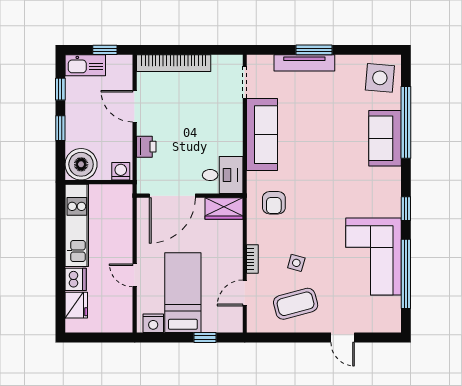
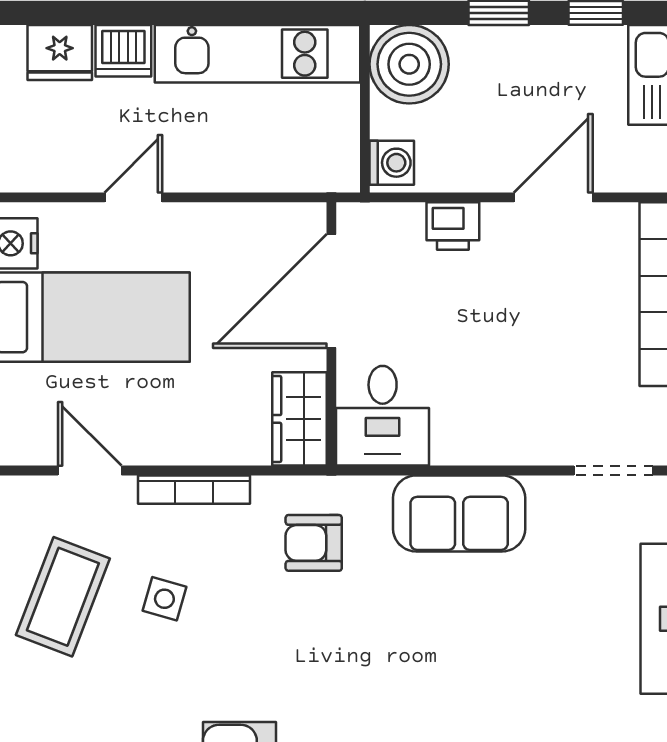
sofa: (262, 135) -> (459, 513), width x0.73
door: (172, 196) -> (331, 291), hinge flipped
bookcase: (252, 259) -> (194, 490), width x1.56
coffee table: (296, 304) -> (63, 597), turned 36

